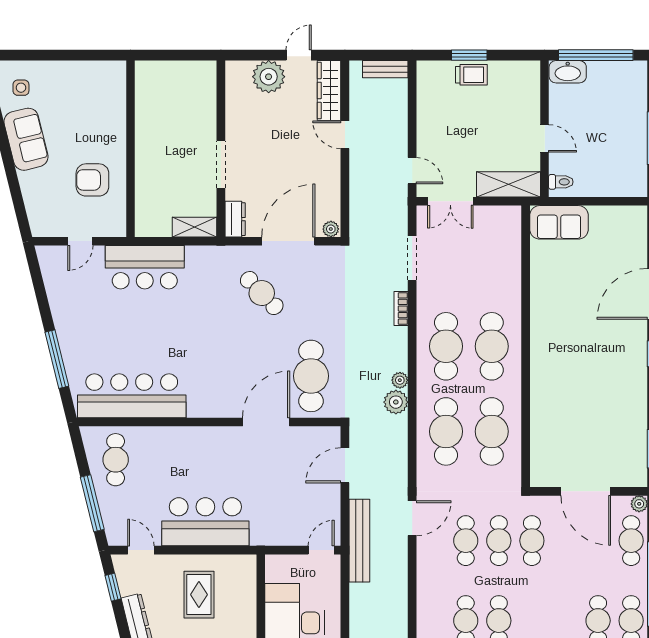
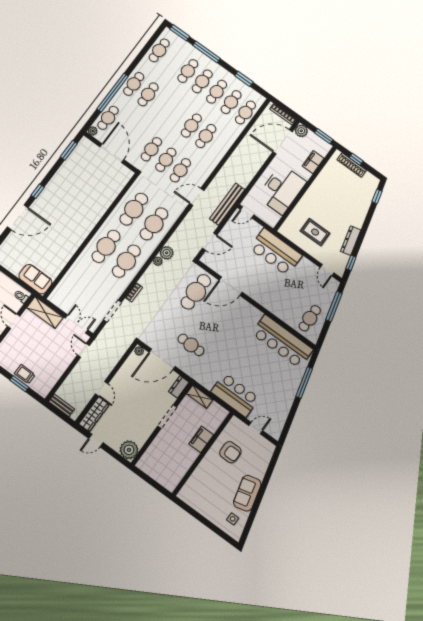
plant: (269, 77) -> (129, 450), moved
filing cabinet: (148, 167) -> (201, 439), added
cafe table: (262, 293) -> (191, 345), turned -46
bar counter: (205, 522) -> (276, 252), moved
rug: (199, 595) -> (315, 232), turned 90

